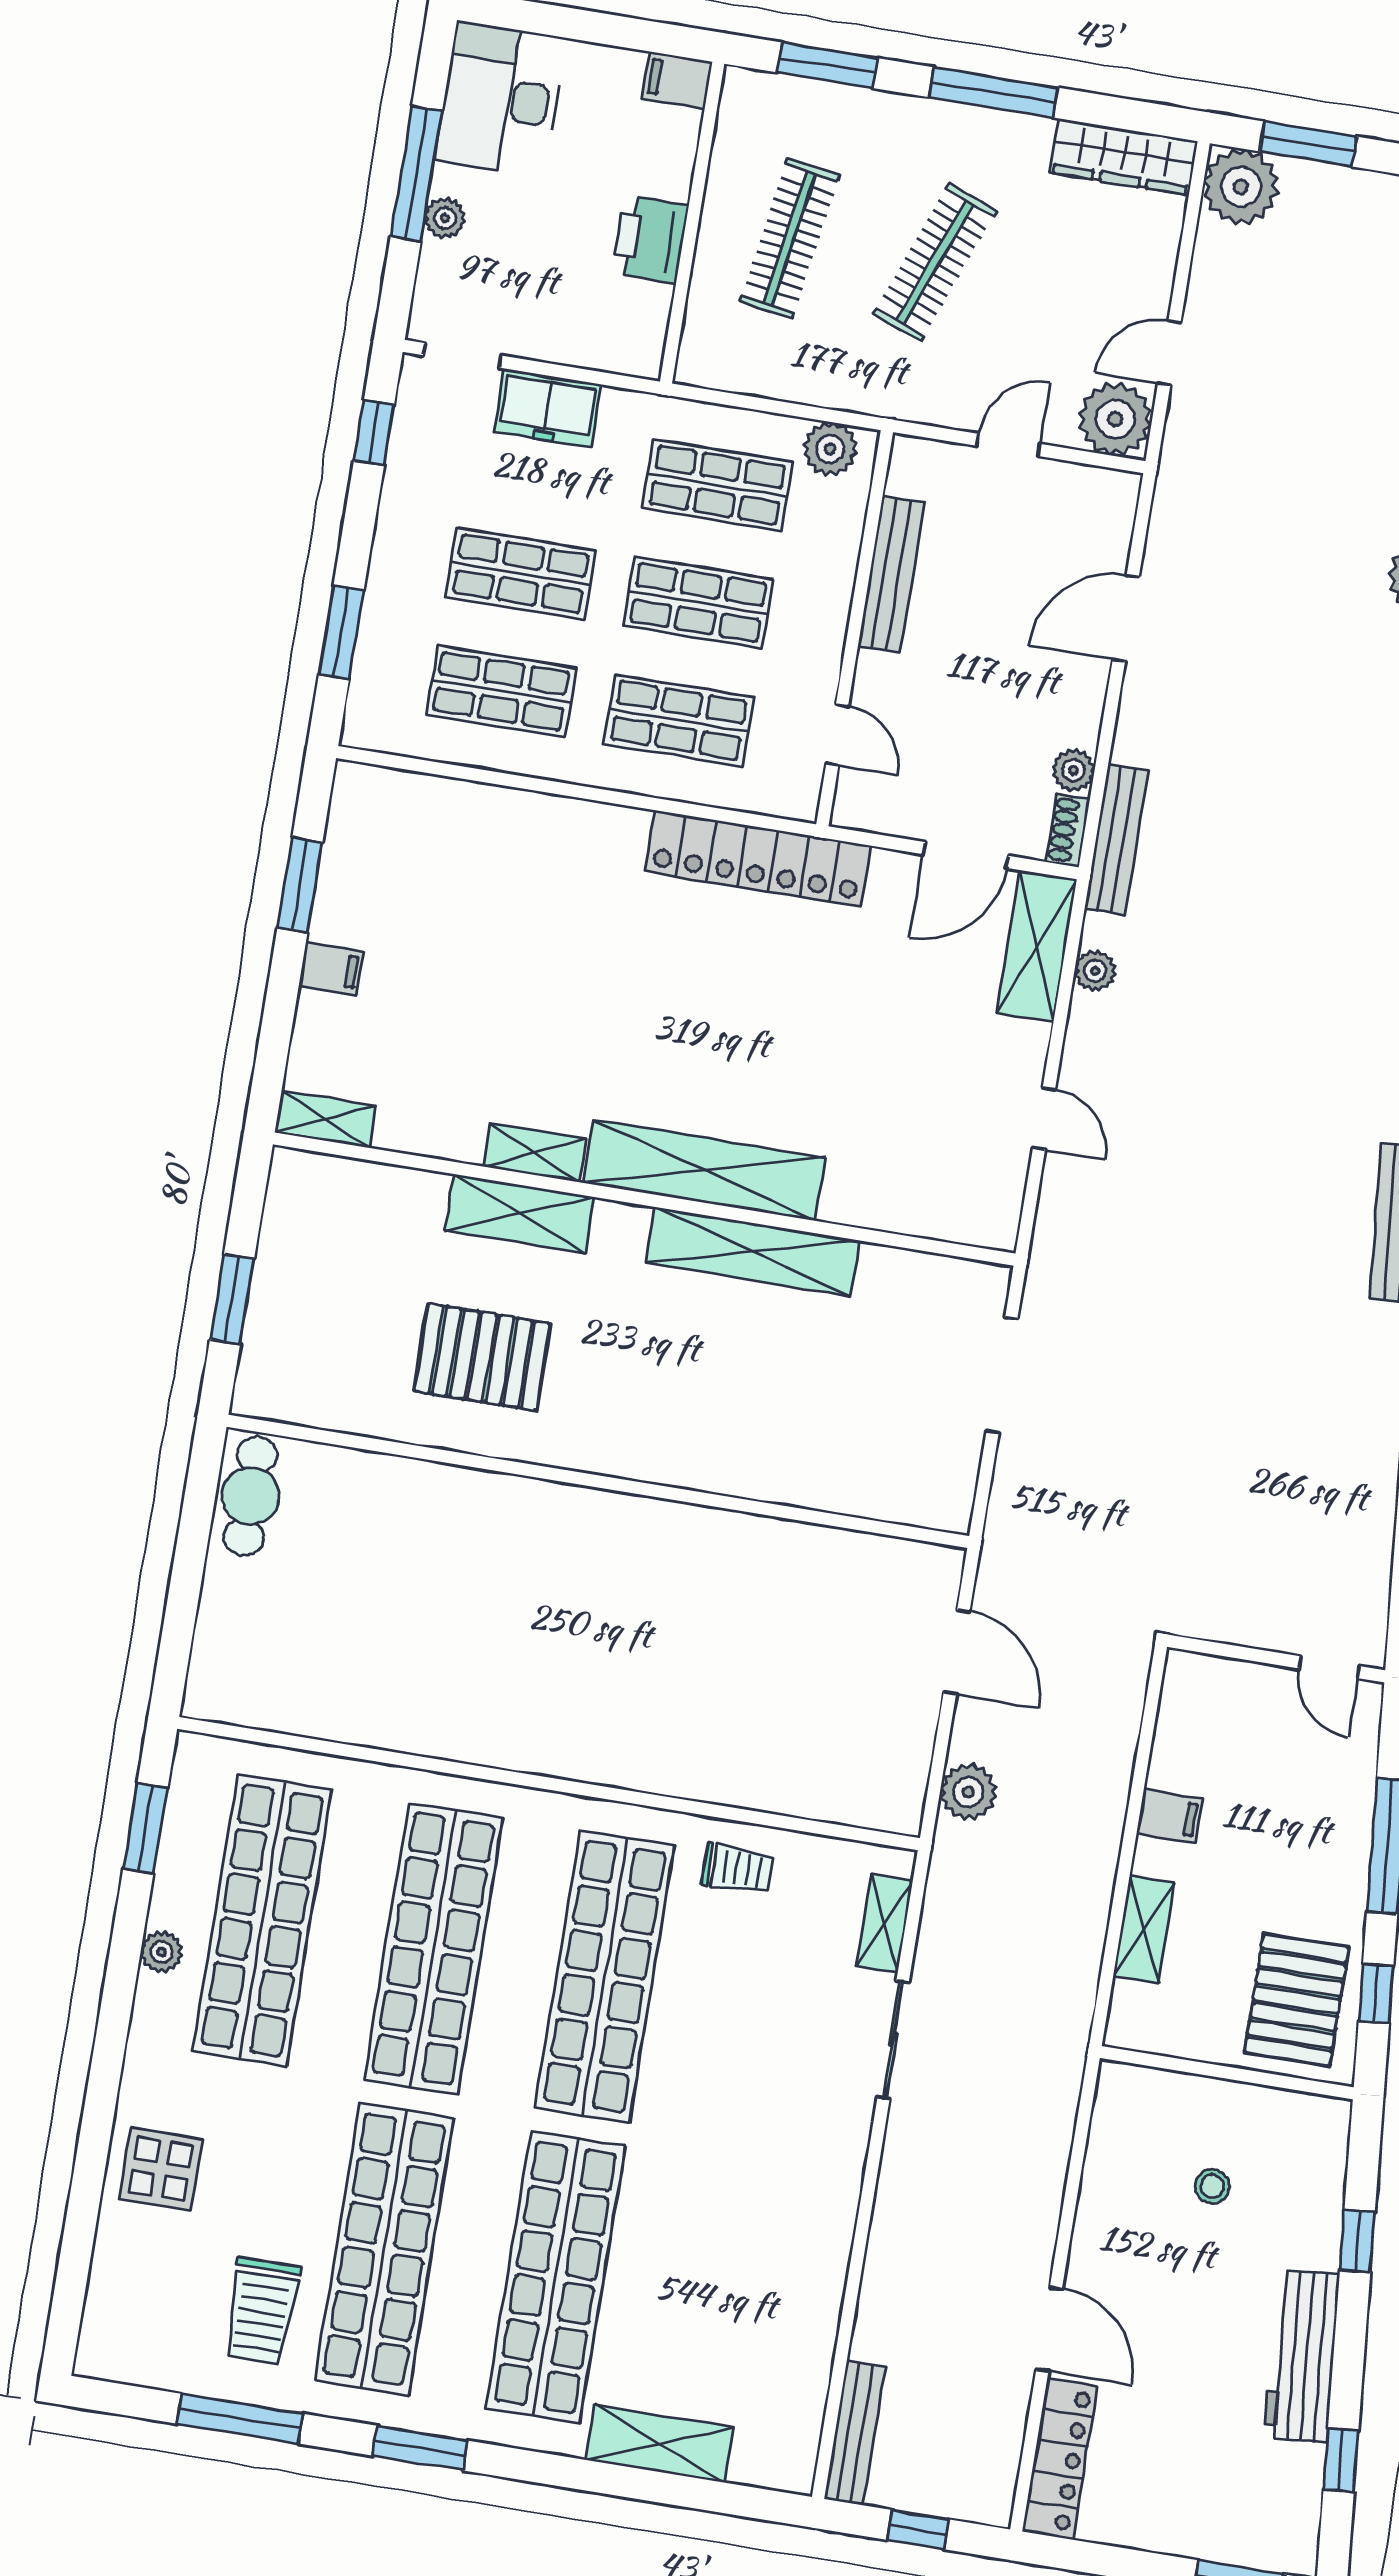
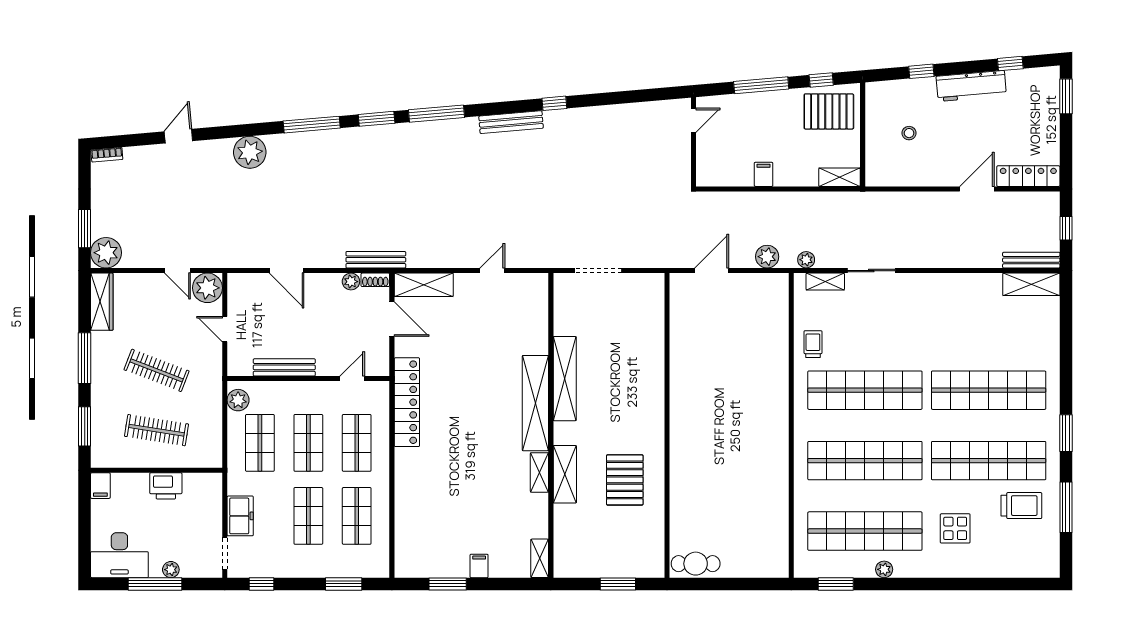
plant: (1095, 971) -> (806, 260), moved
shelving: (1144, 1929) -> (839, 177), moved
display table: (161, 2169) -> (955, 528), moved
shelving: (660, 2444) -> (1031, 284), moved, turned 90

